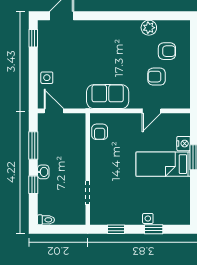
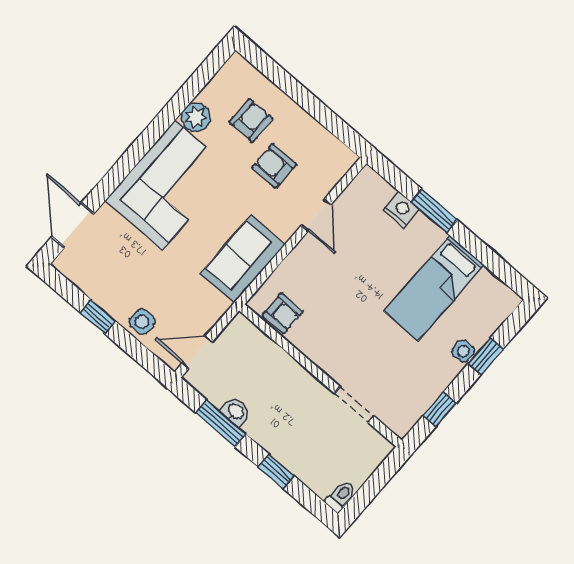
window: (33, 38) -> (98, 317), moved
corner sofa: (111, 40) -> (168, 185), added
armchair: (157, 77) -> (274, 166), turned 90
bed: (163, 164) -> (434, 288), moved
washbasin: (43, 172) -> (236, 412), moved

